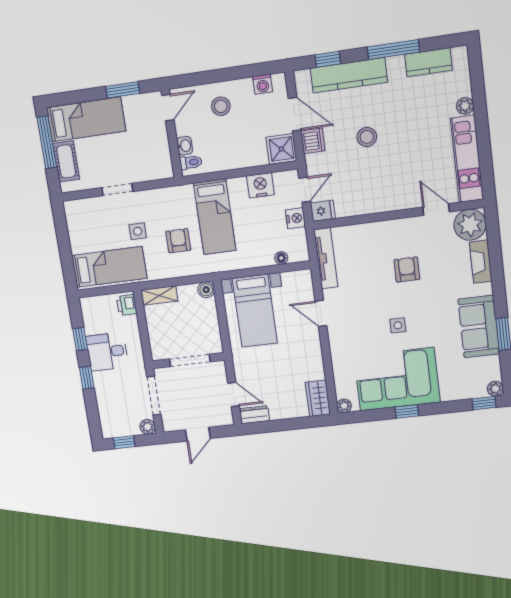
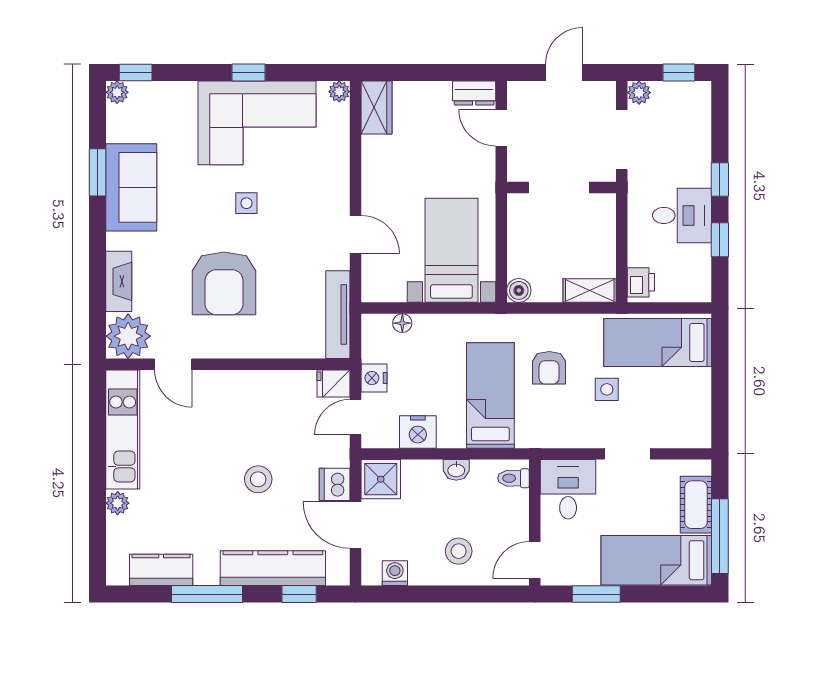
washbasin: (185, 146) -> (456, 470), moved, turned -90
desk: (153, 160) -> (568, 489), added
armchair: (407, 269) -> (224, 283), width x1.88, depth x1.88

